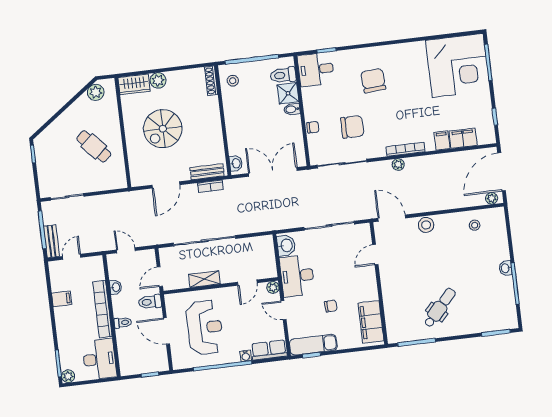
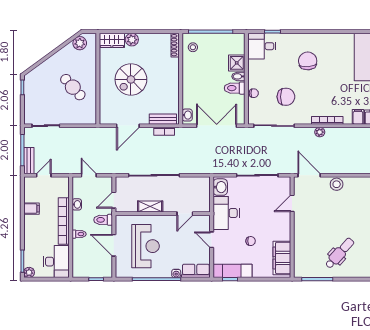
toilet: (283, 75) -> (235, 88), moved
plant: (273, 288) -> (205, 220), removed

